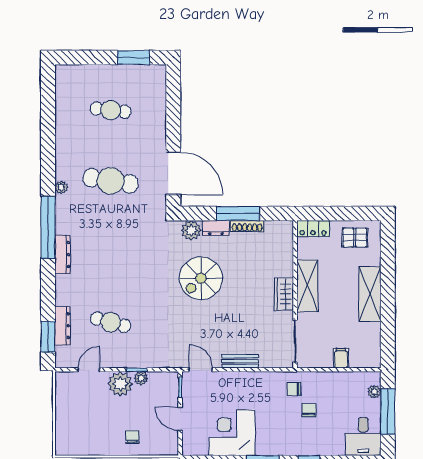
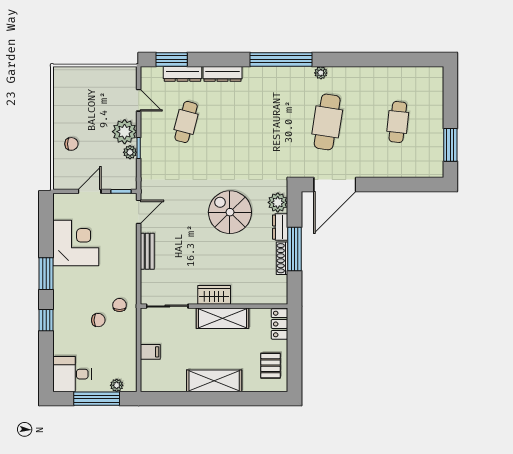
dresser: (62, 255) -> (223, 74), moved

